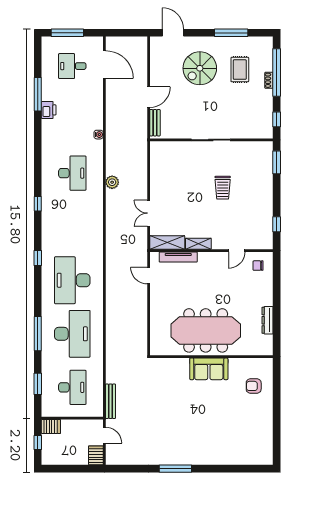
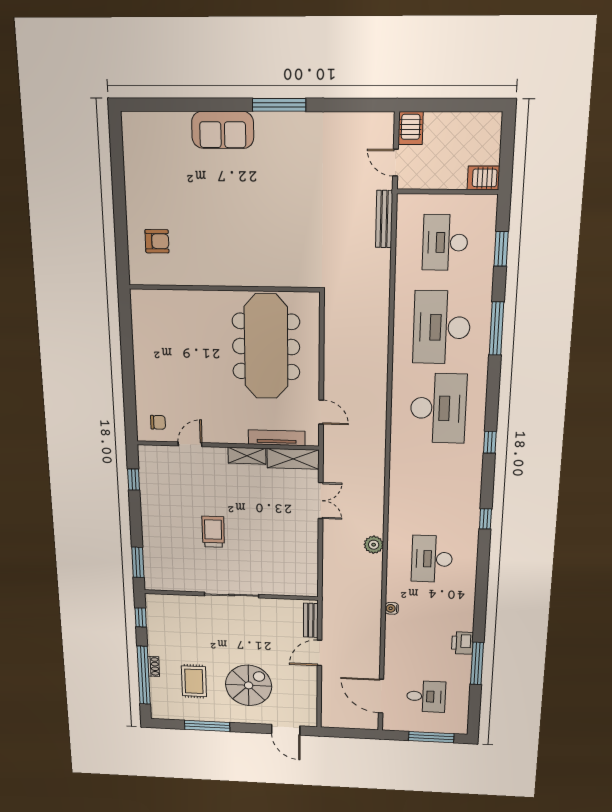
dresser: (268, 320) -> (140, 342), removed
meeting table: (206, 330) -> (266, 347), moved, turned 90
sofa: (209, 369) -> (223, 130), moved, turned 180
window: (38, 443) -> (507, 151), removed

